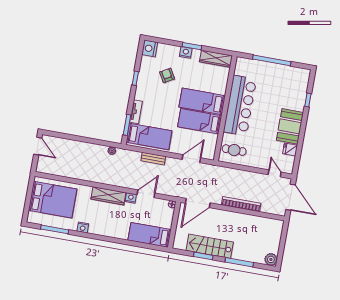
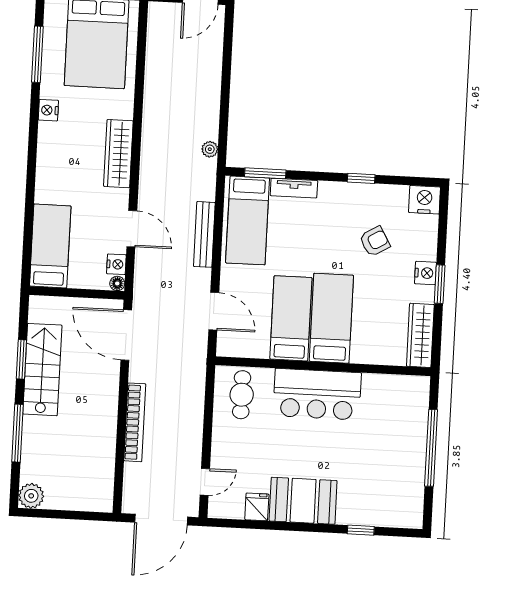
bar counter: (240, 105) -> (317, 394), width x0.73
bench: (153, 159) -> (204, 234), width x1.36
nightstand: (131, 198) -> (116, 264), moved

